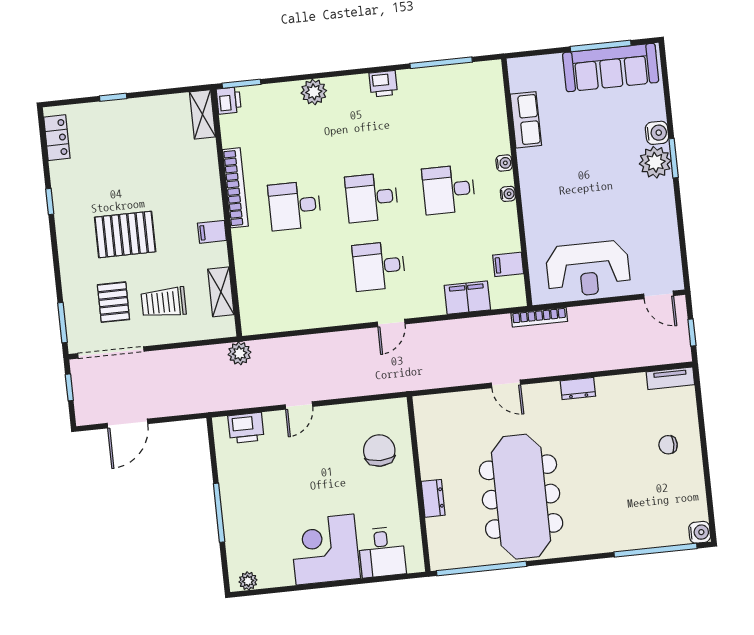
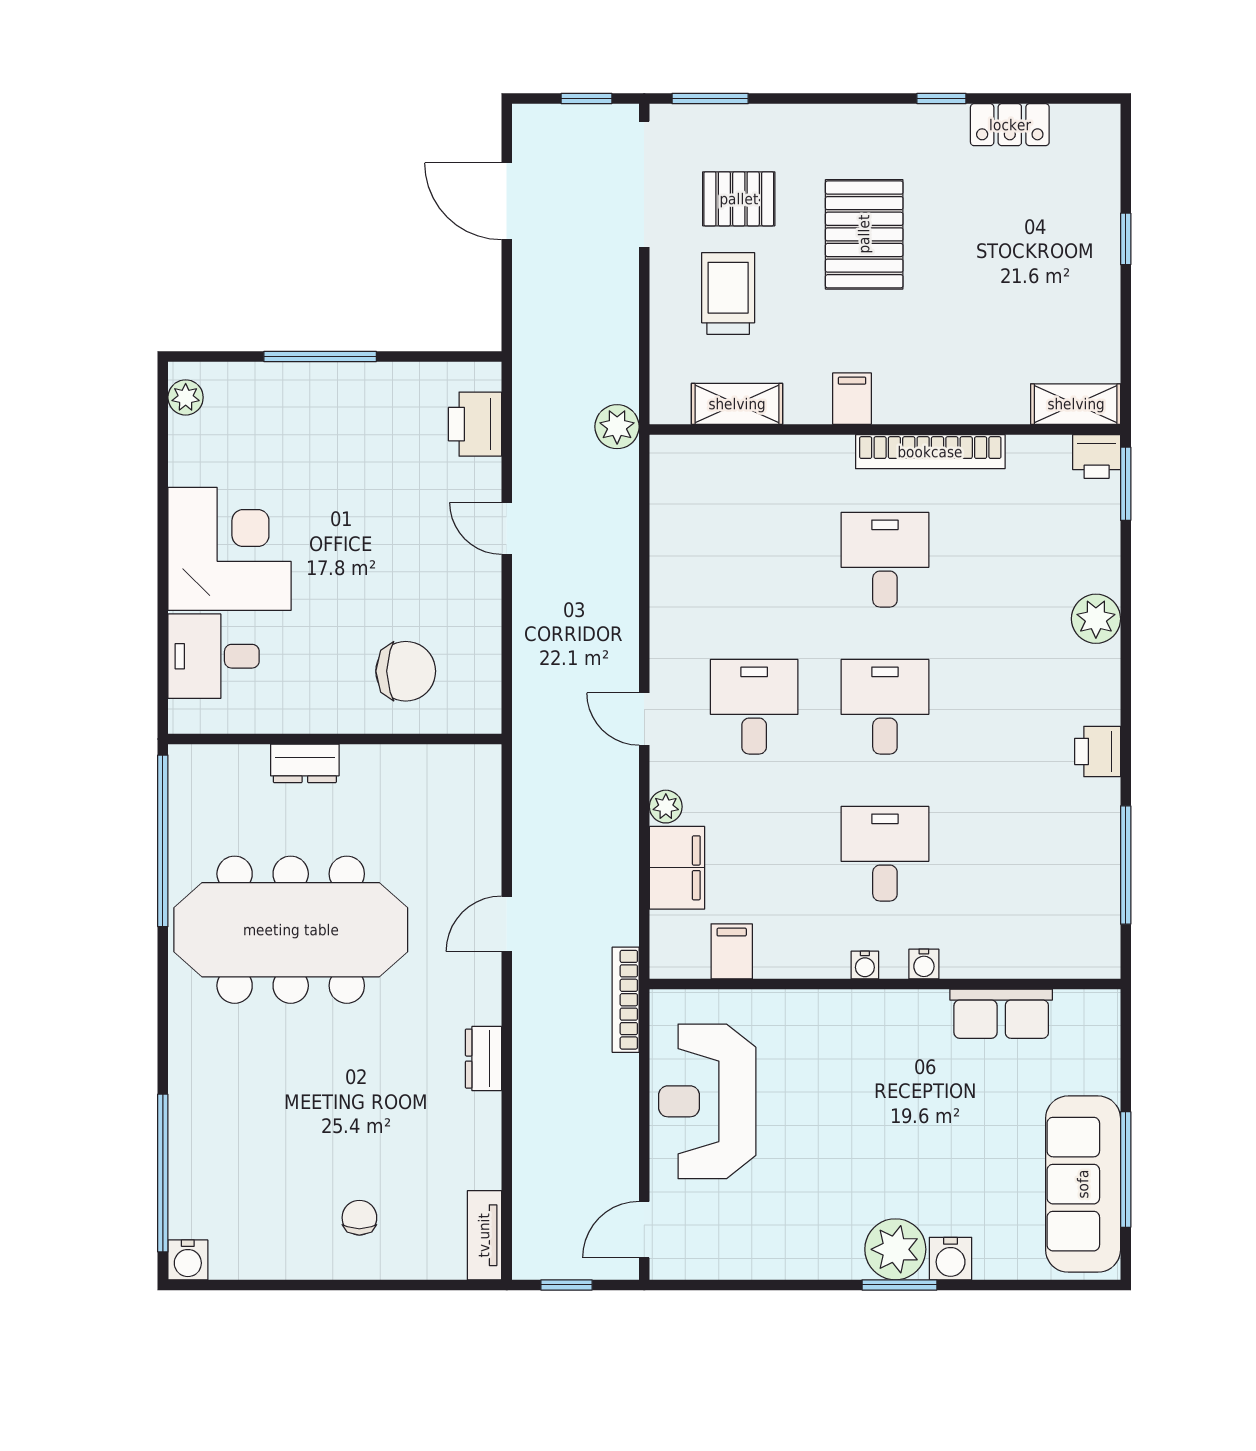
locker: (57, 138) -> (1010, 125), moved
plant: (436, 307) -> (666, 807), added

